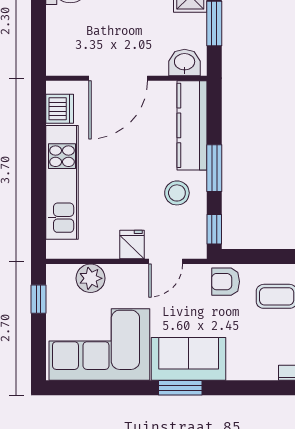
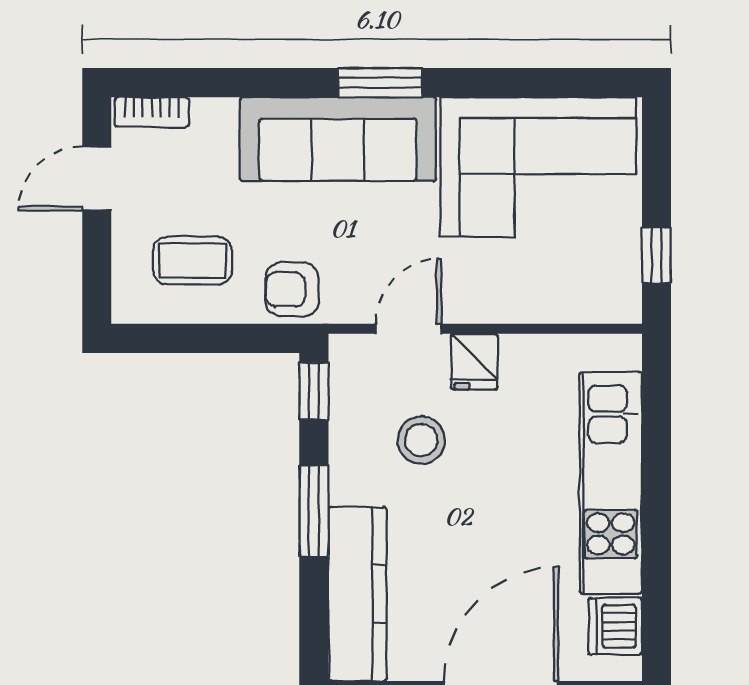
stool: (177, 193) -> (421, 440), moved
plant: (91, 278) -> (555, 296), removed
armchair: (226, 282) -> (292, 289), turned 180
sofa: (189, 359) -> (338, 139), width x1.36

